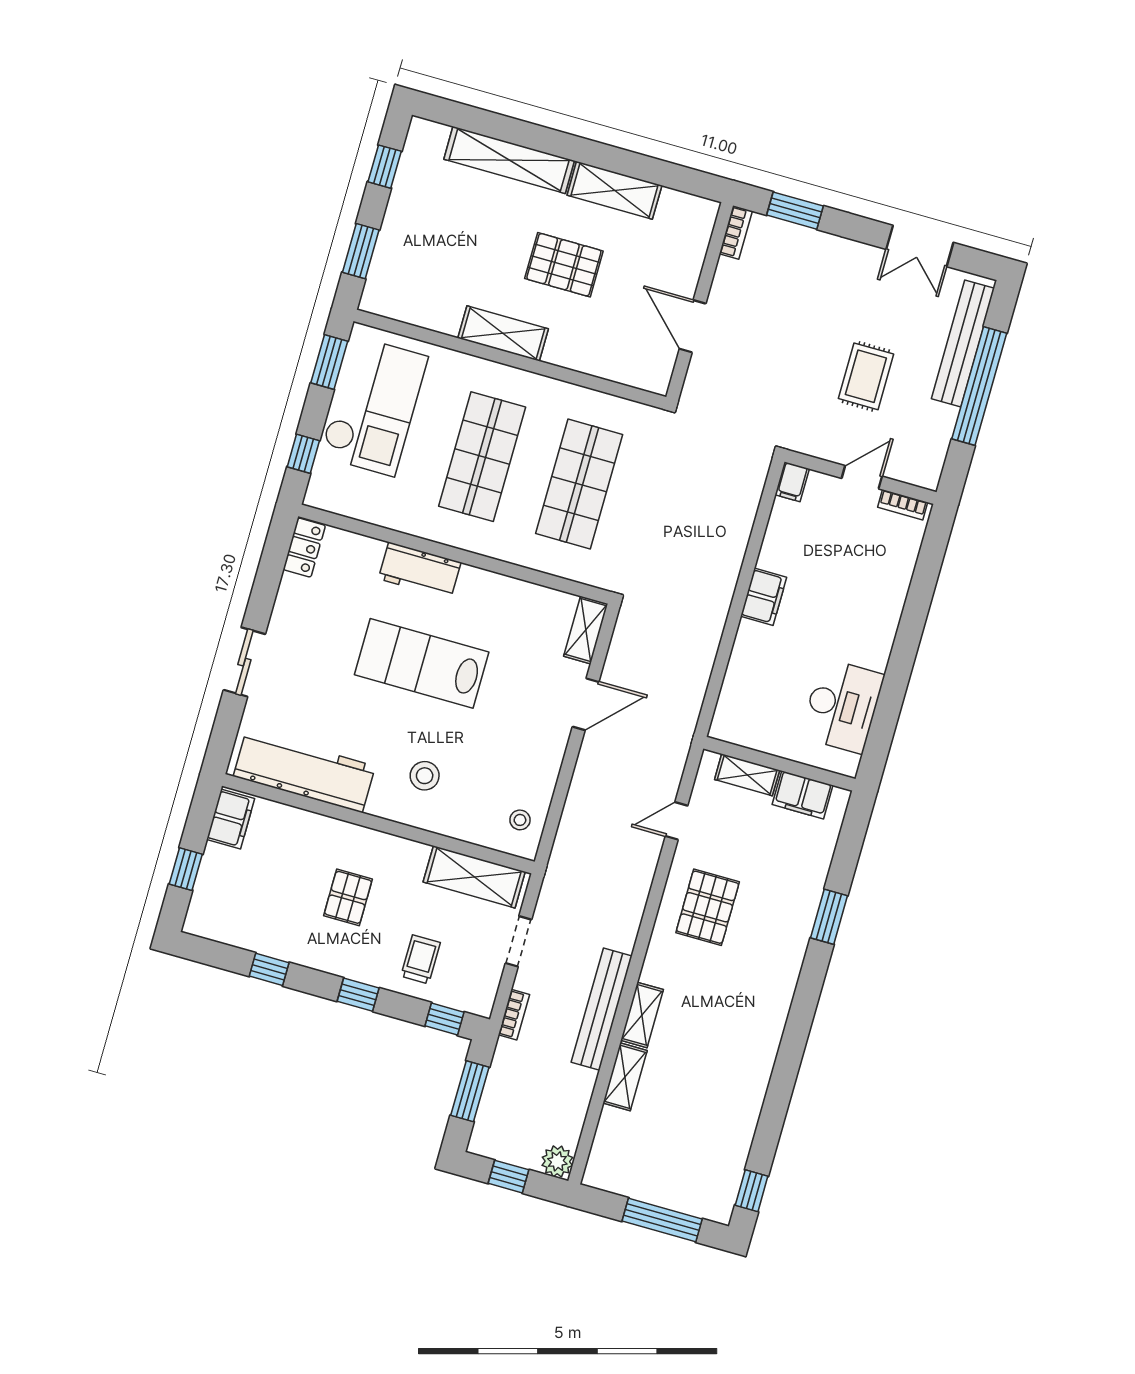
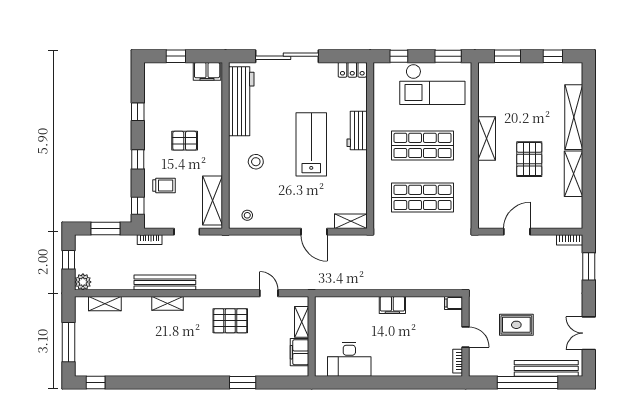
sliding door: (244, 662) -> (287, 56), width x1.86
shelving: (625, 1077) -> (105, 304), moved

